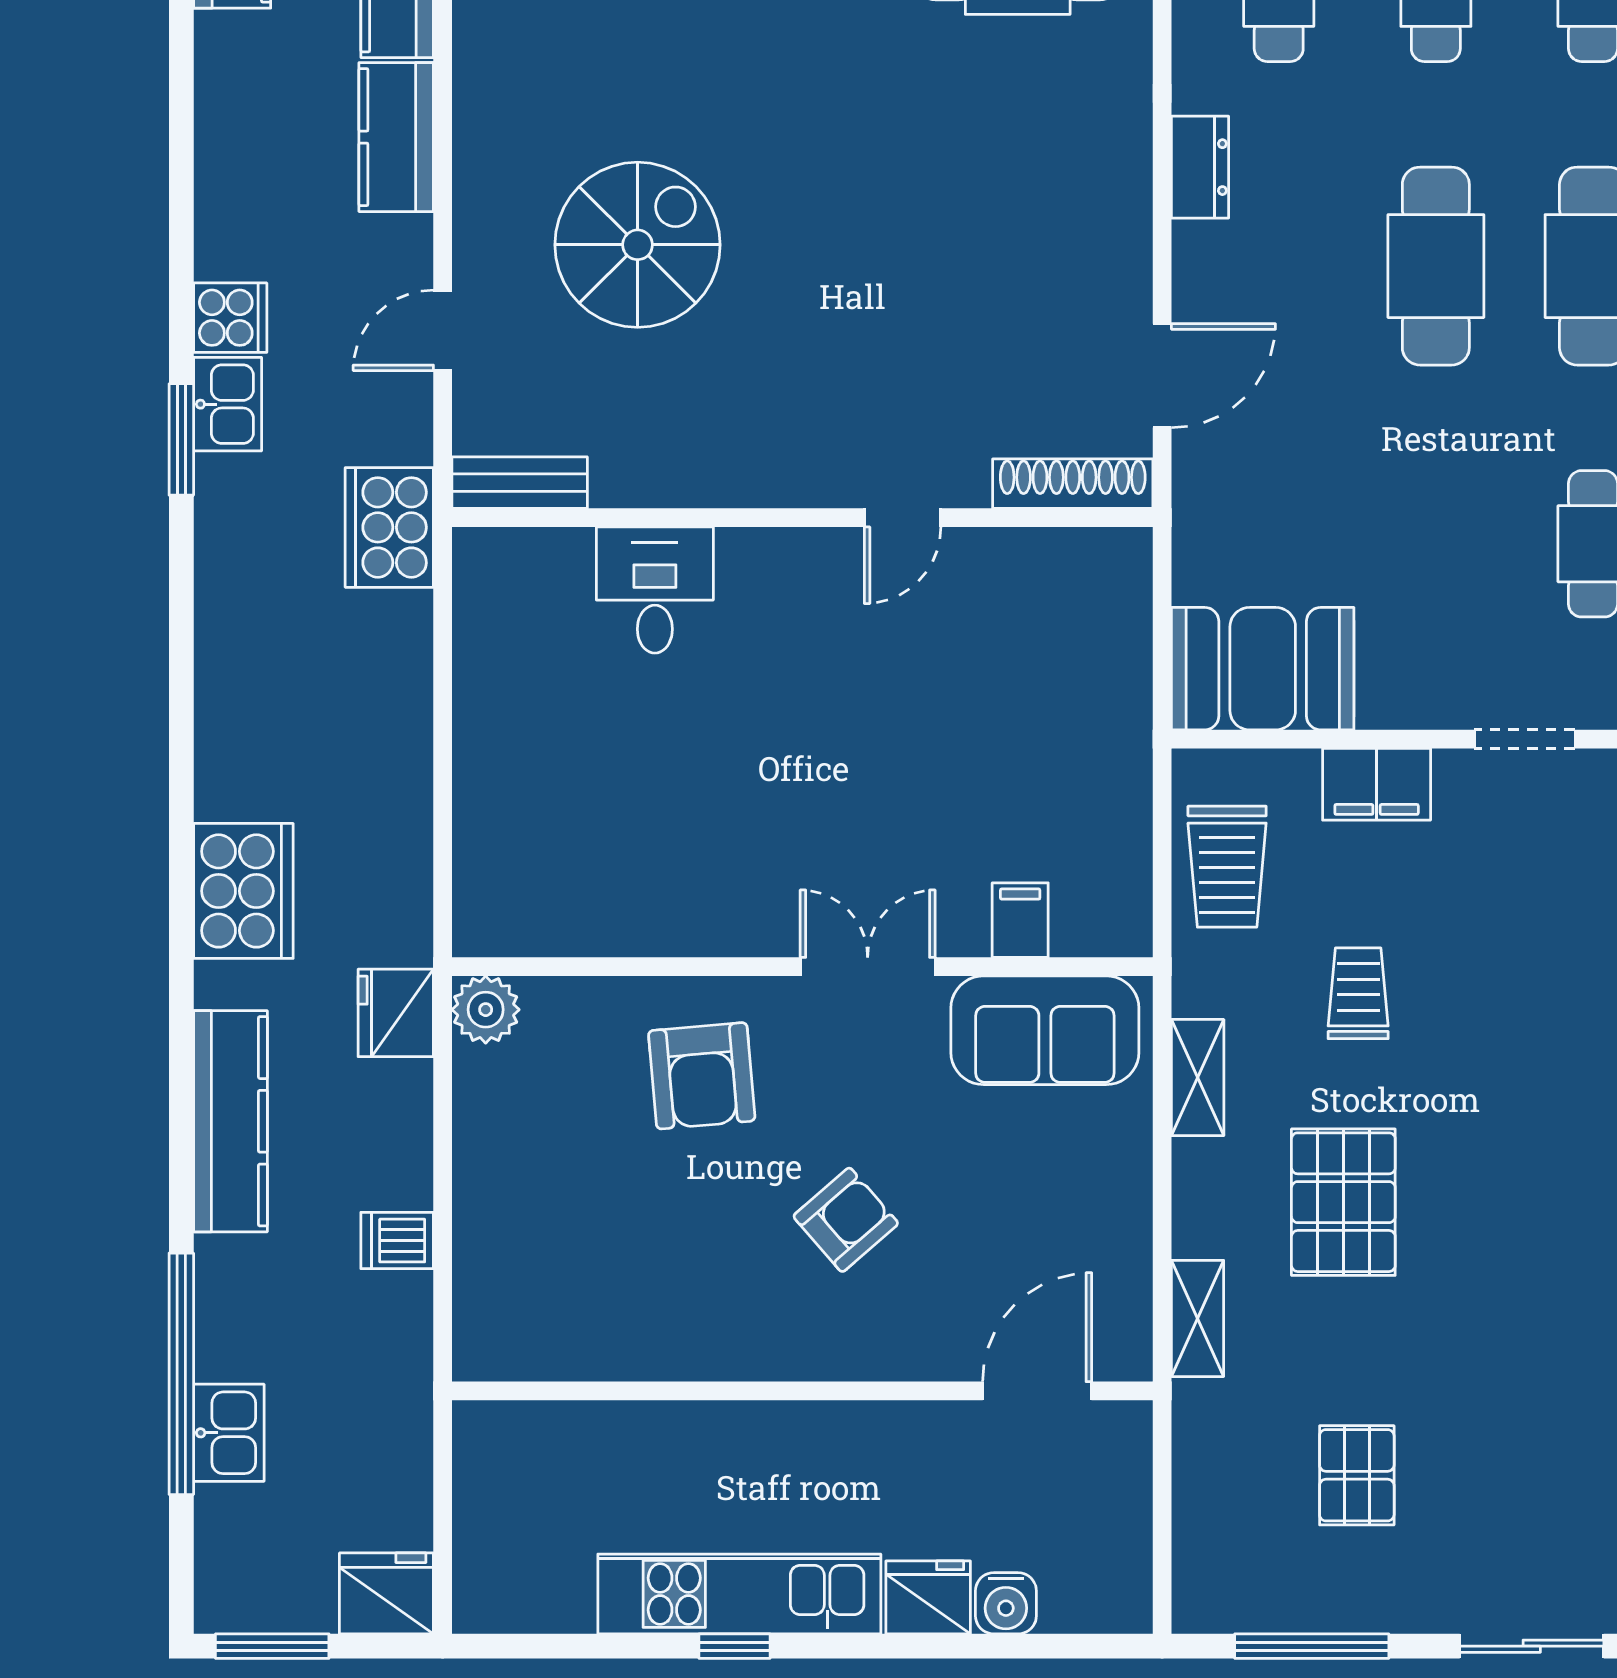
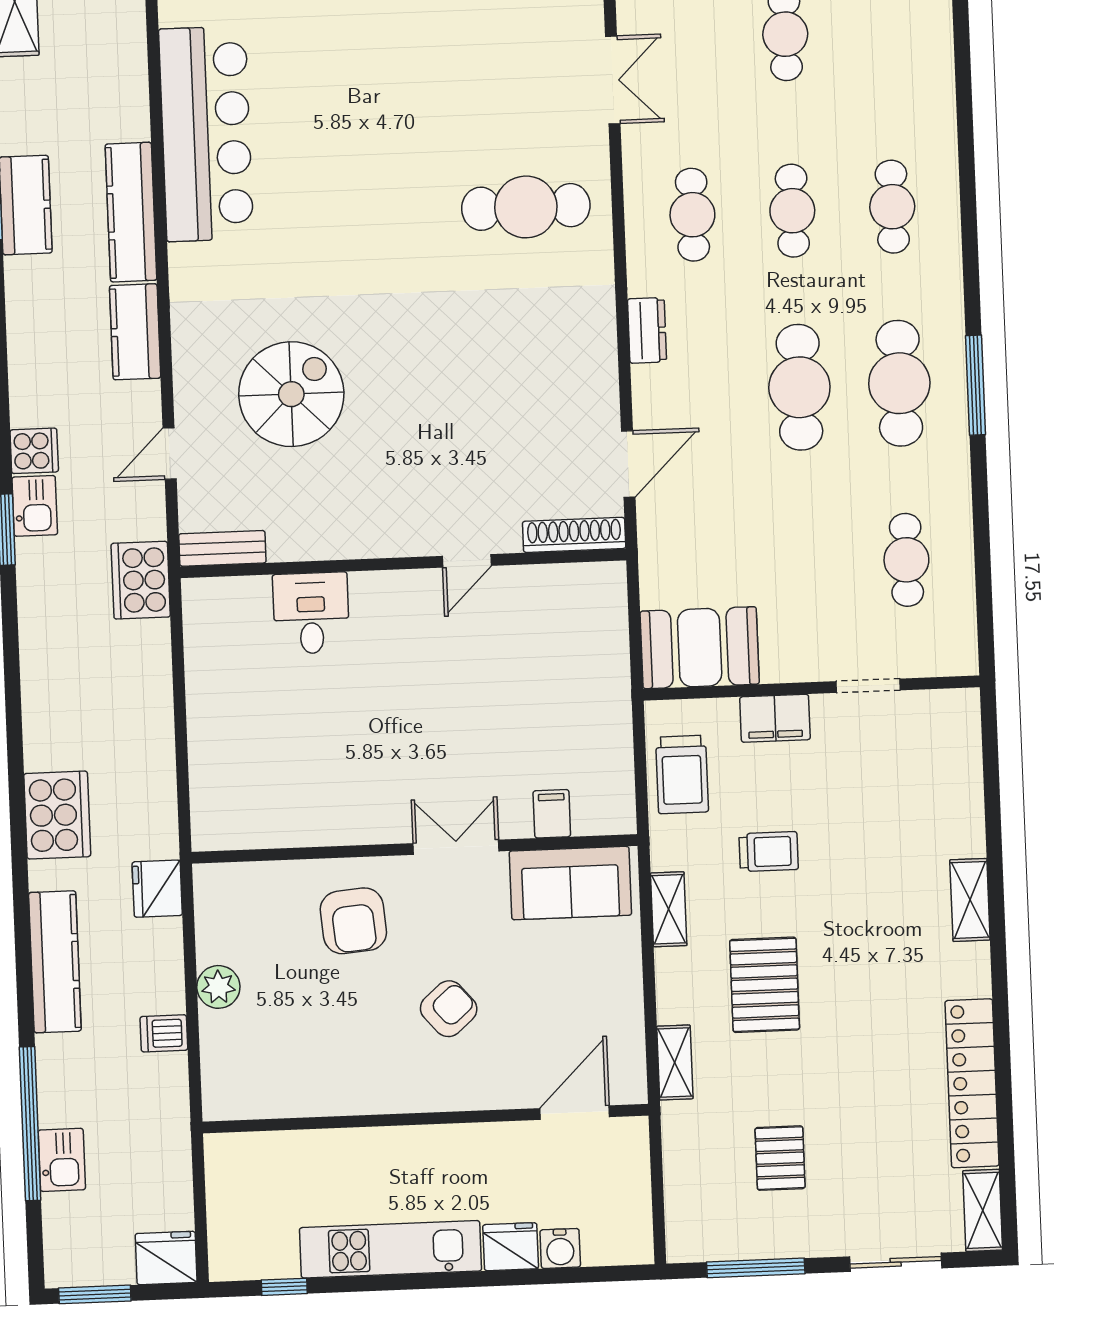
trolley: (1358, 993) -> (769, 852), turned 90
plant: (486, 1010) -> (218, 987), moved
window: (735, 1646) -> (284, 1287), moved

